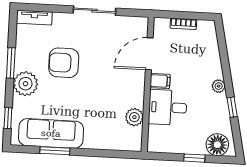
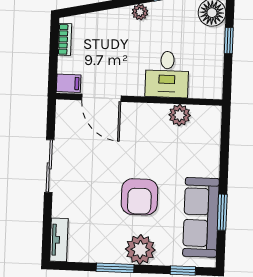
bookcase: (183, 24) -> (65, 39), moved
armchair: (64, 63) -> (139, 197), moved
filing cabinet: (160, 81) -> (69, 83), moved, turned 90

